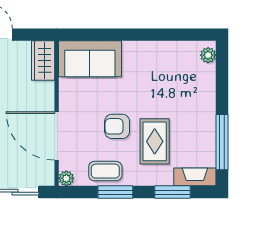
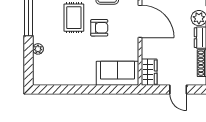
plant: (208, 55) -> (38, 49), moved

